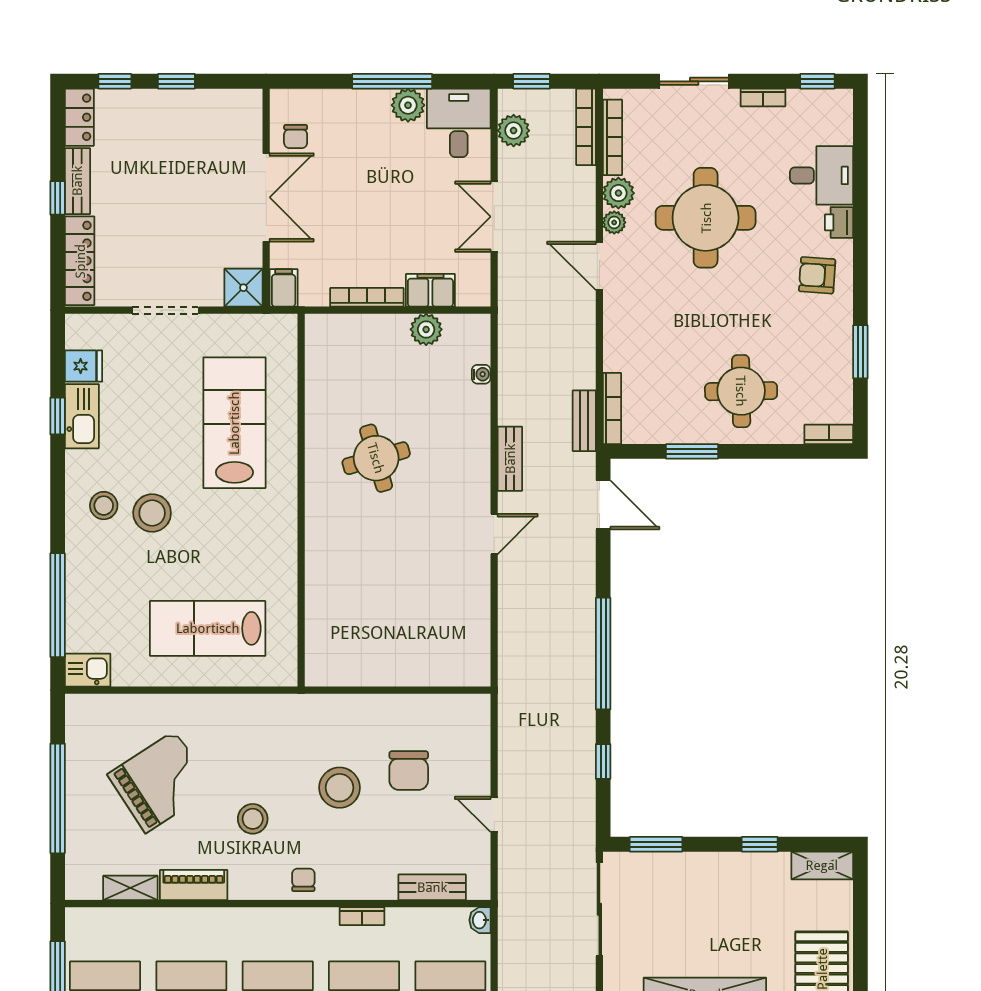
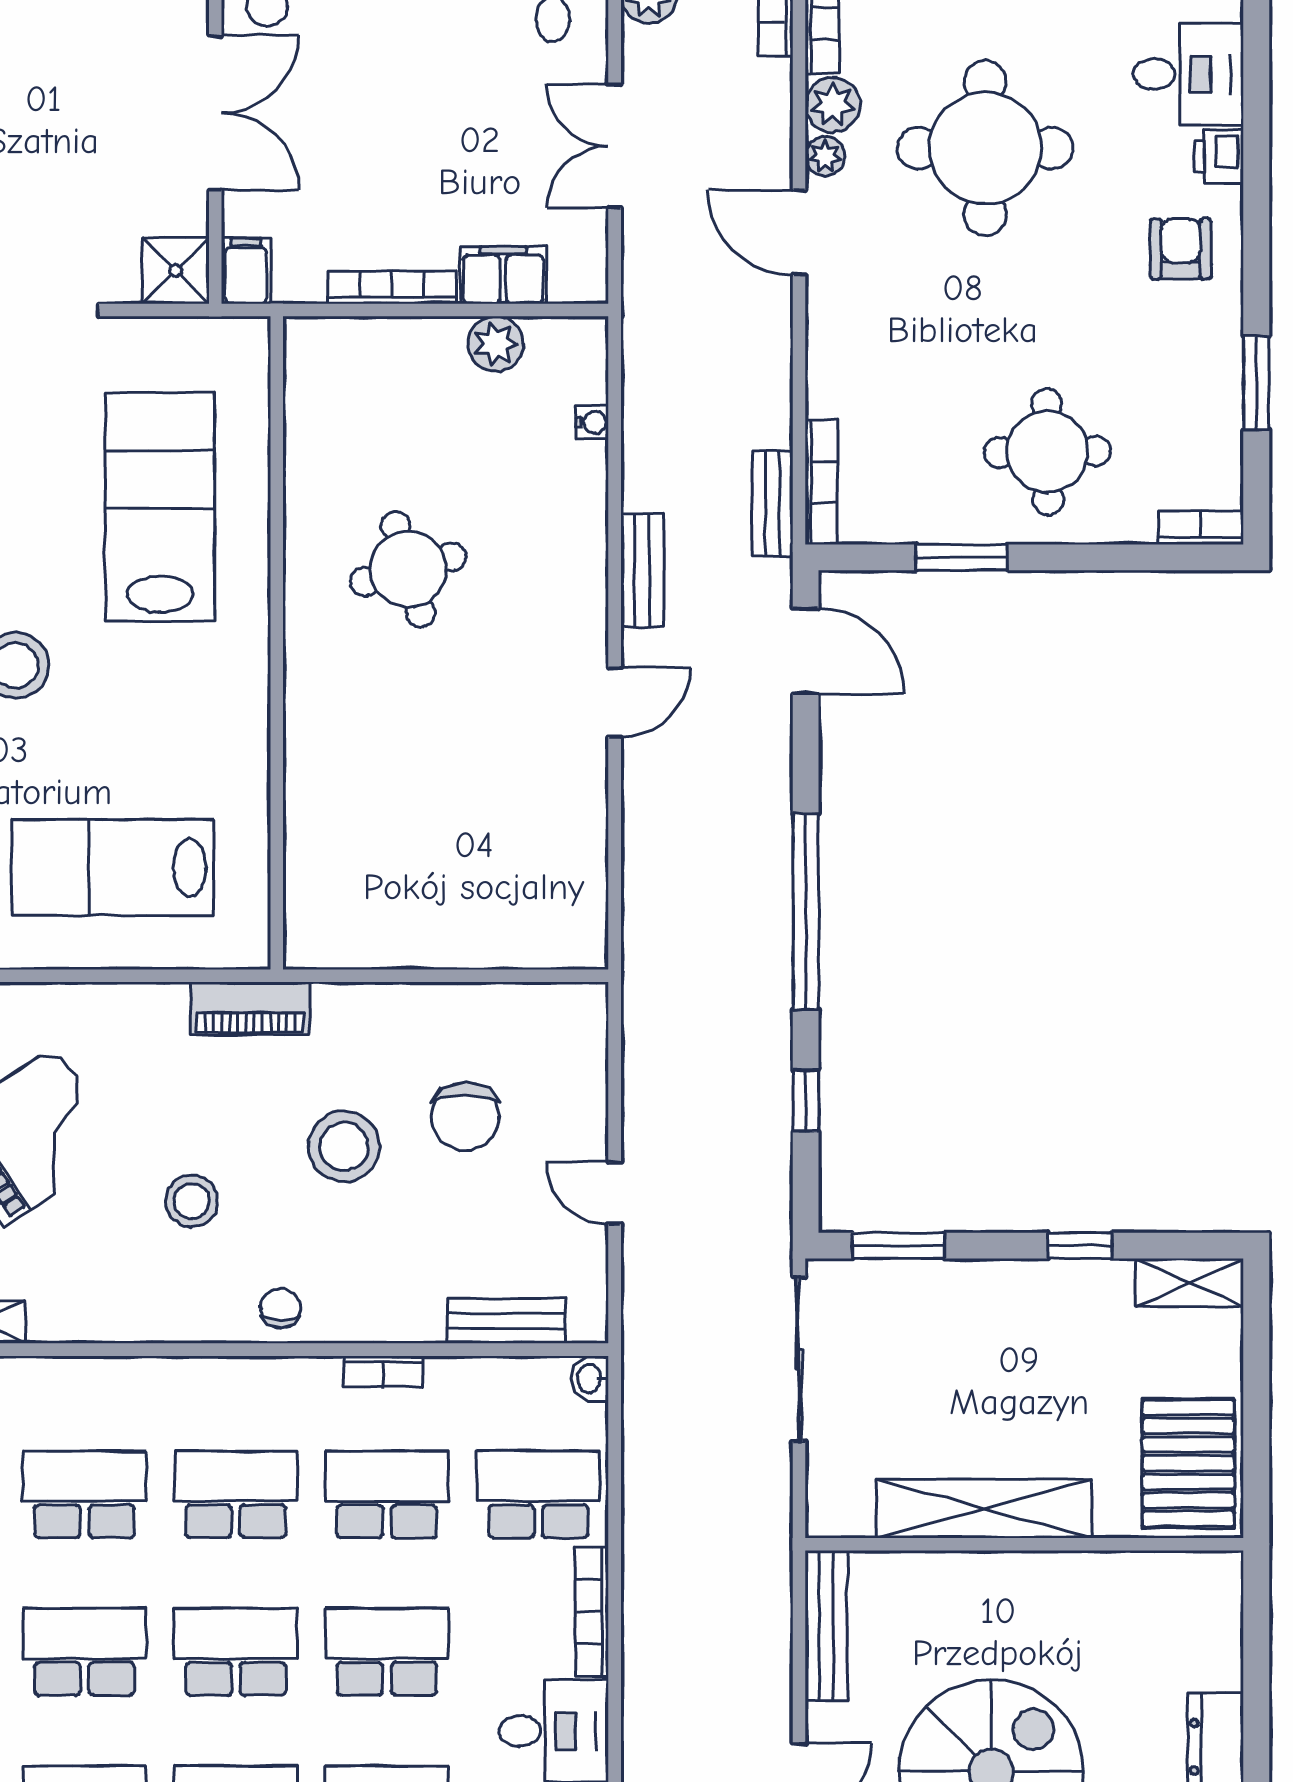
armchair: (817, 275) -> (1181, 249), turned 86
piano: (194, 885) -> (250, 1008), moved, turned 180

